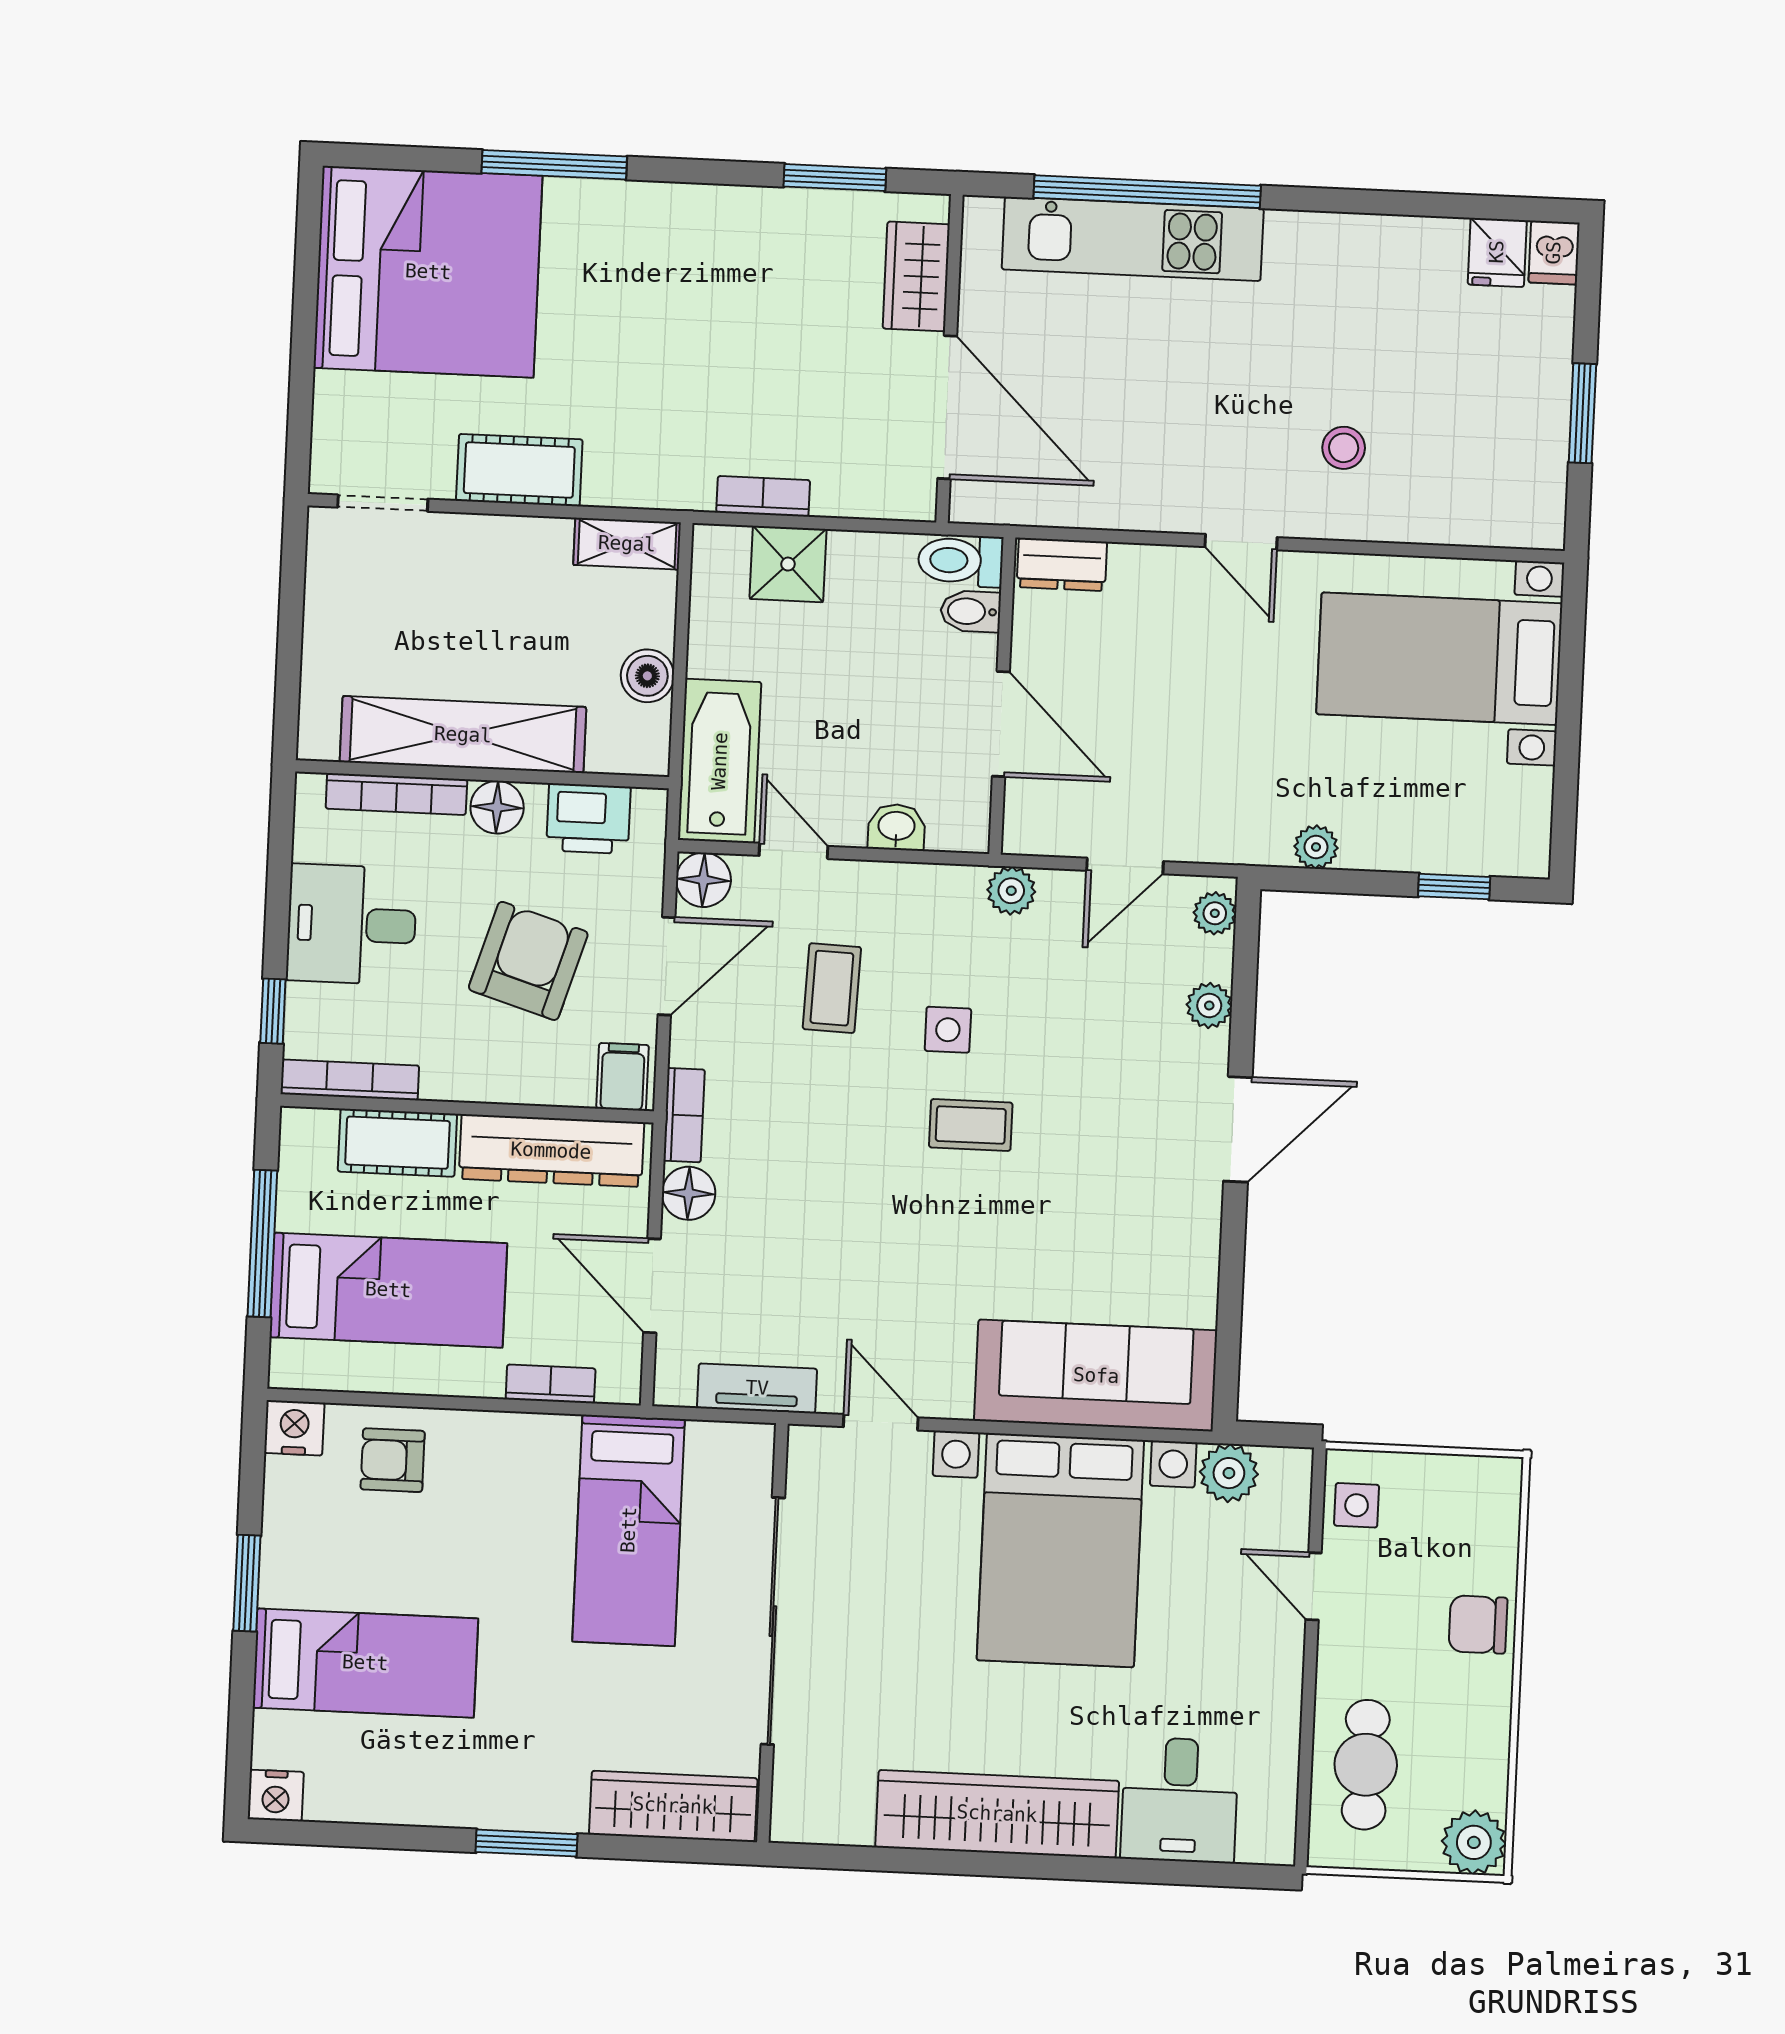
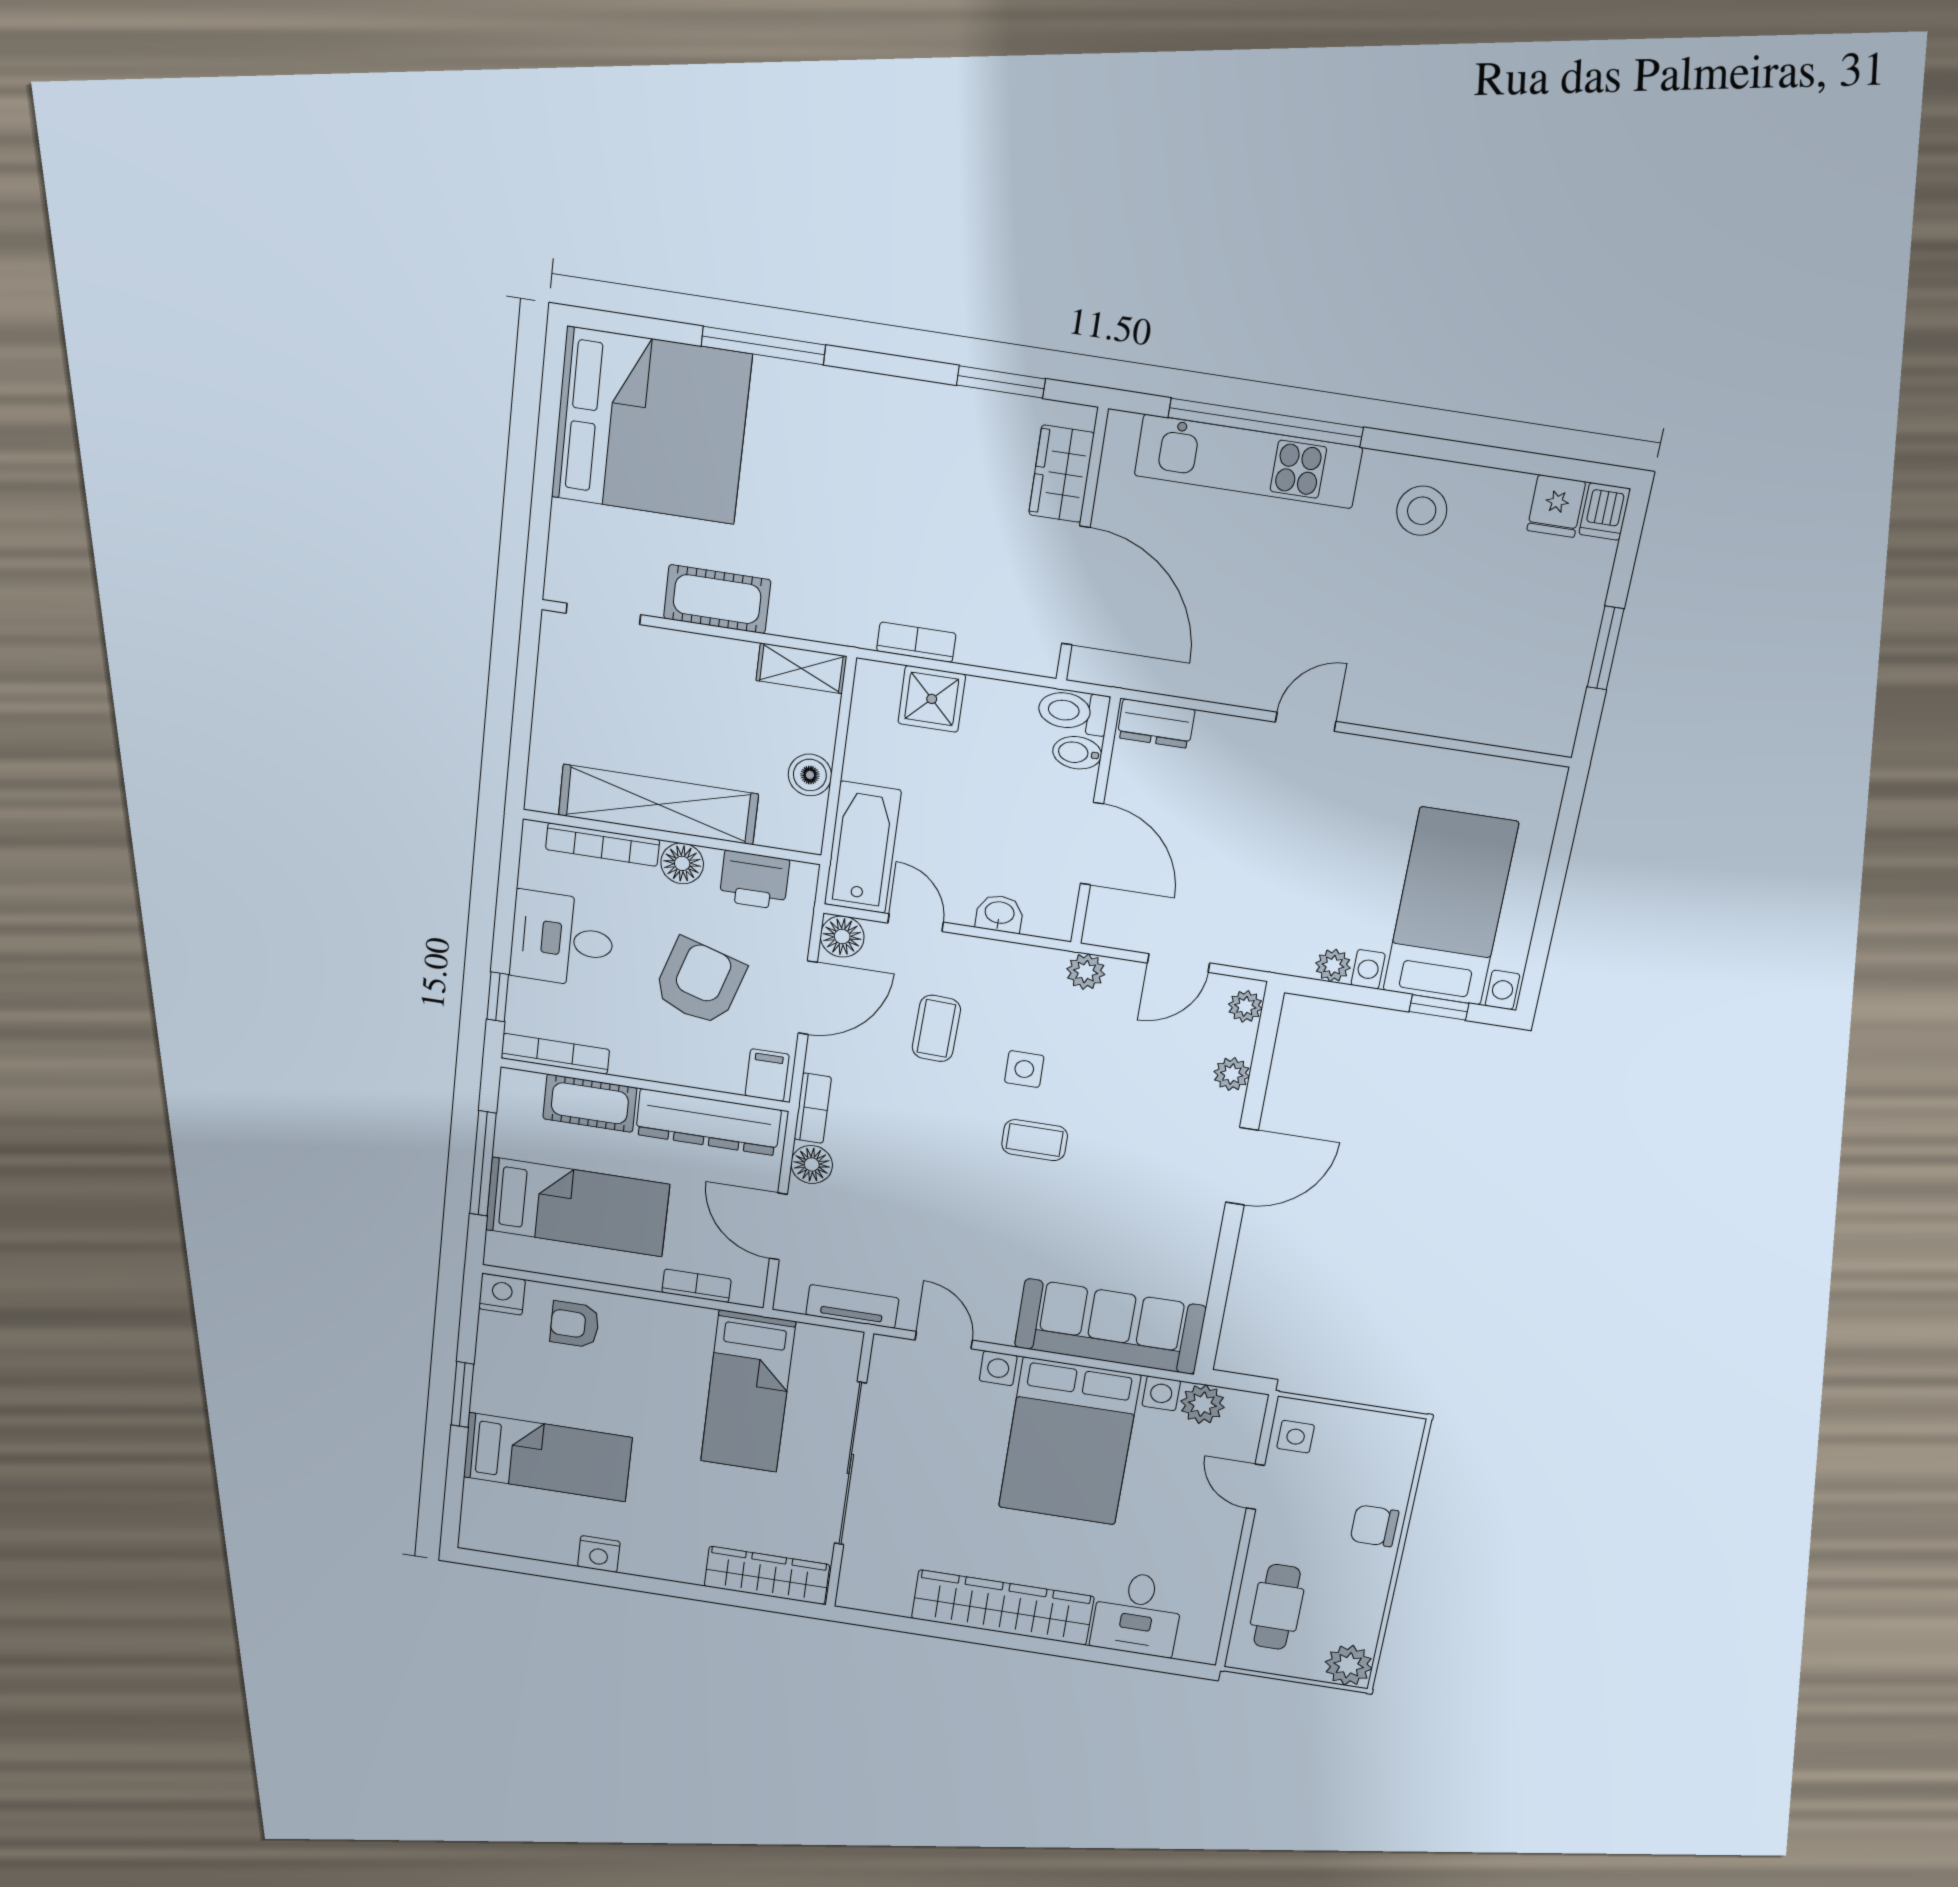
stool: (1344, 448) -> (1422, 511), moved, width x1.37, depth x1.37
door: (1241, 542) -> (1306, 722), swing flipped
bed with nightstands: (1439, 659) -> (1450, 907), moved, turned 90
nightstand: (276, 1795) -> (599, 1554), moved
window: (527, 1843) -> (659, 1587), removed

